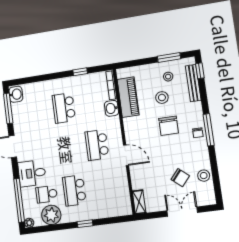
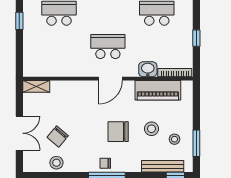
door: (126, 155) -> (110, 79), moved

